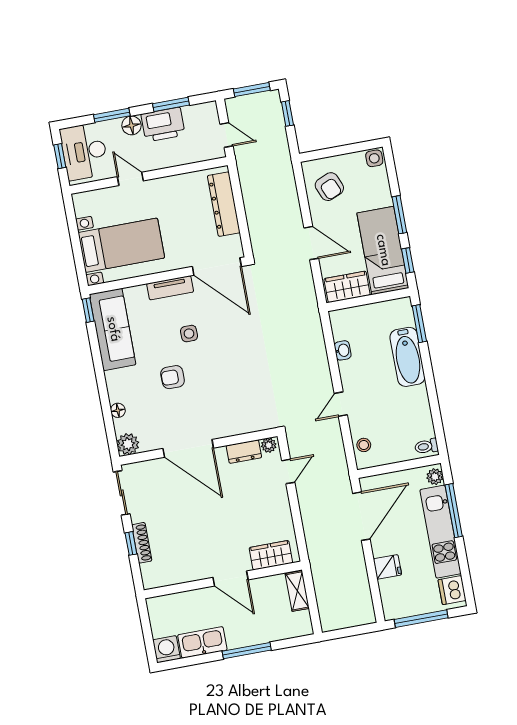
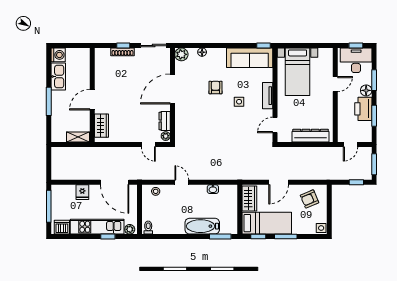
door: (217, 266) -> (275, 125), width x0.53
window: (454, 511) -> (108, 237), width x0.46

